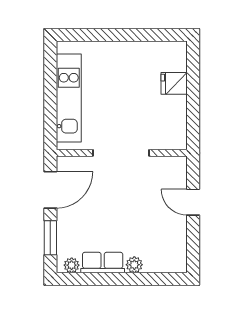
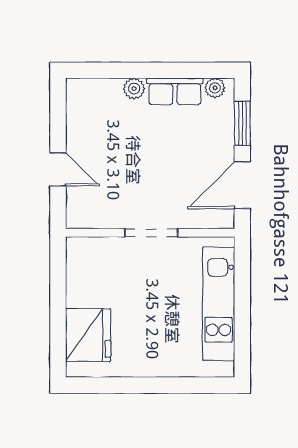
fridge: (174, 83) -> (88, 335), width x1.88, depth x1.34
doorway: (121, 153) -> (151, 233), width x0.73

